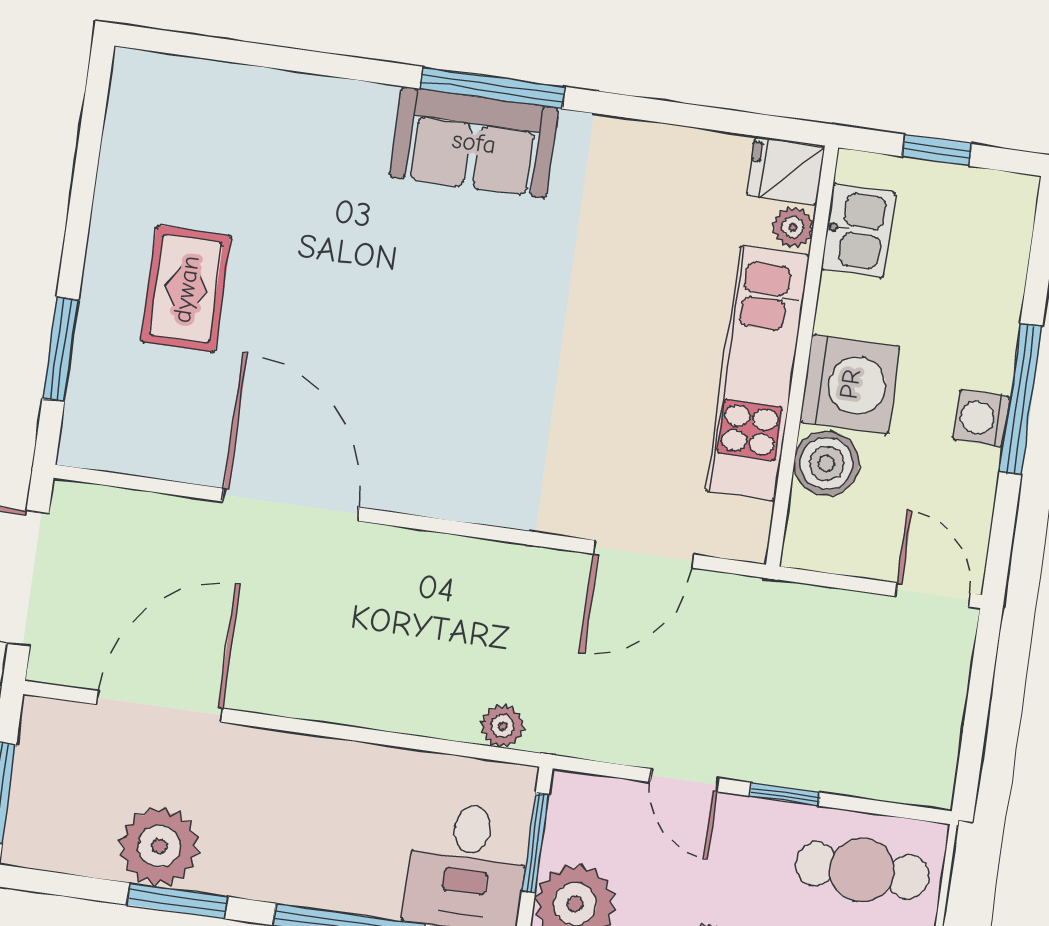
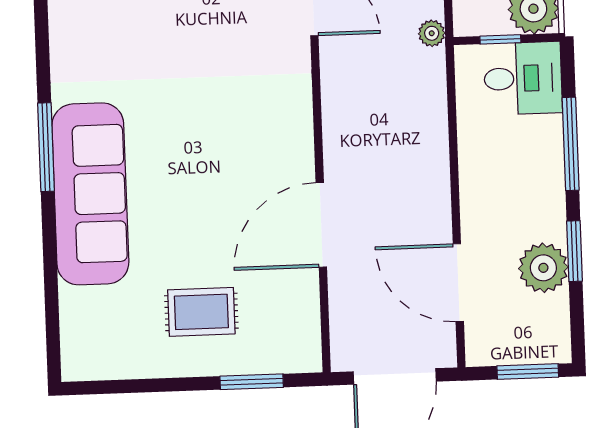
sofa: (474, 142) -> (90, 194), width x1.85, depth x1.27
plant: (503, 726) -> (432, 33), moved
window: (535, 843) -> (500, 39), width x0.67

